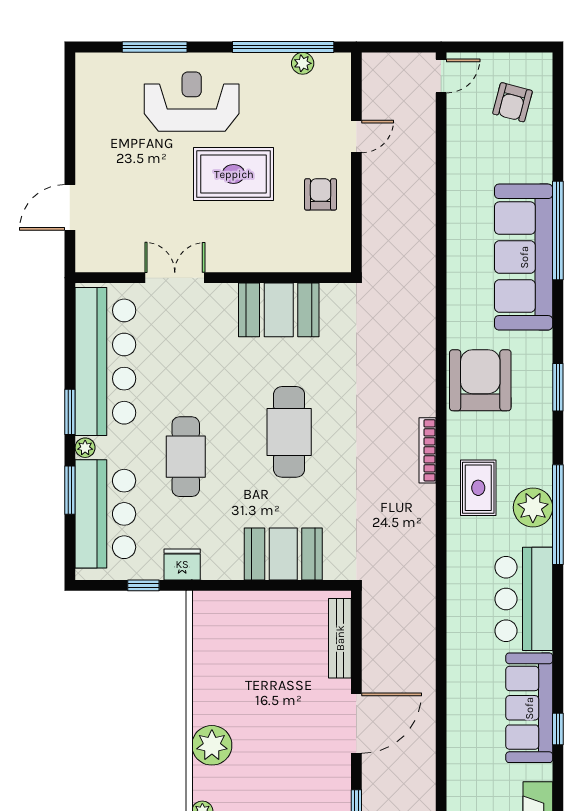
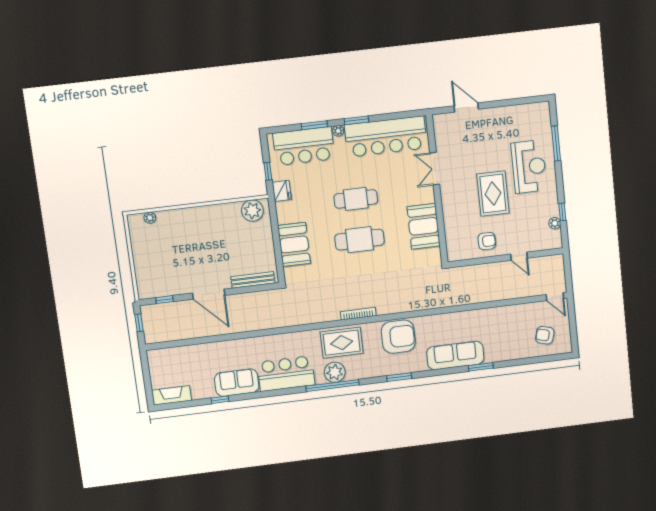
window: (283, 47) -> (562, 212), width x0.32
window: (558, 230) -> (481, 367), width x0.47
sofa: (524, 257) -> (455, 355), width x0.74, depth x0.79
double door: (175, 278) -> (435, 169), swing flipped
cafe table: (186, 457) -> (356, 199), moved
rug: (478, 488) -> (342, 343), width x1.36, depth x1.43
sofa: (529, 708) -> (237, 383), width x0.73
plant: (212, 745) -> (252, 211), moved

